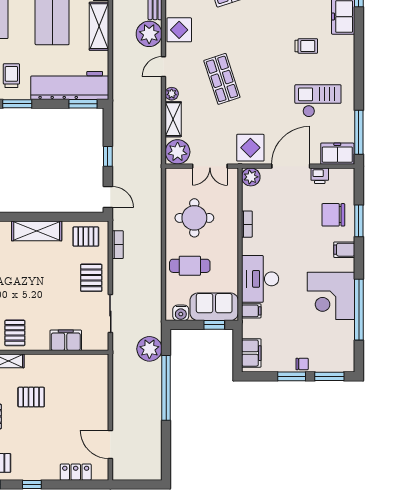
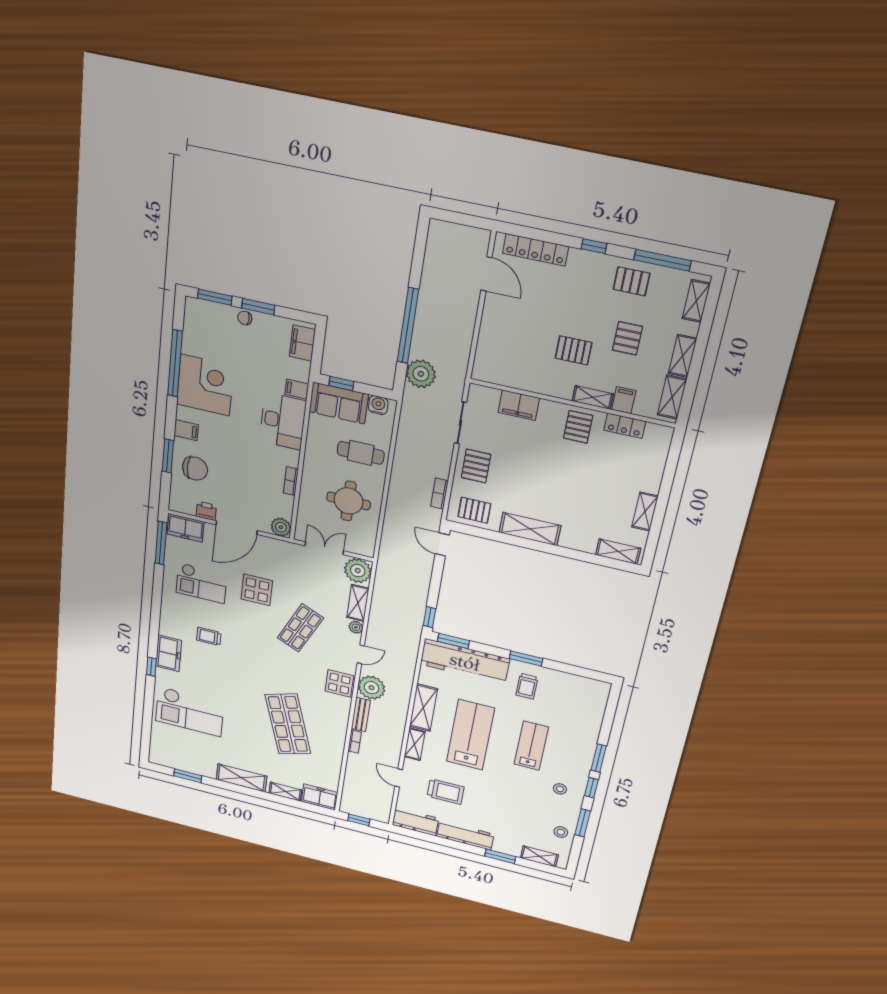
shop shelf: (222, 79) -> (300, 628), turned 42
display table: (250, 148) -> (257, 590), moved
window: (108, 156) -> (429, 617), moved
locker: (76, 472) -> (536, 250), width x1.53

